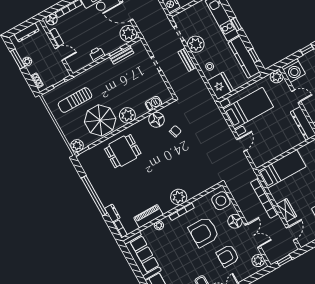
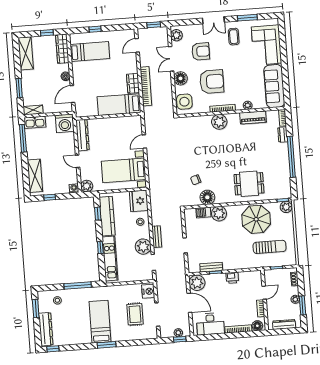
door: (60, 54) -> (264, 293), swing flipped
washing machine: (293, 70) -> (74, 188), width x0.53, depth x0.53
plant: (127, 115) -> (219, 214), moved
wardrobe: (286, 210) -> (133, 83), moved

